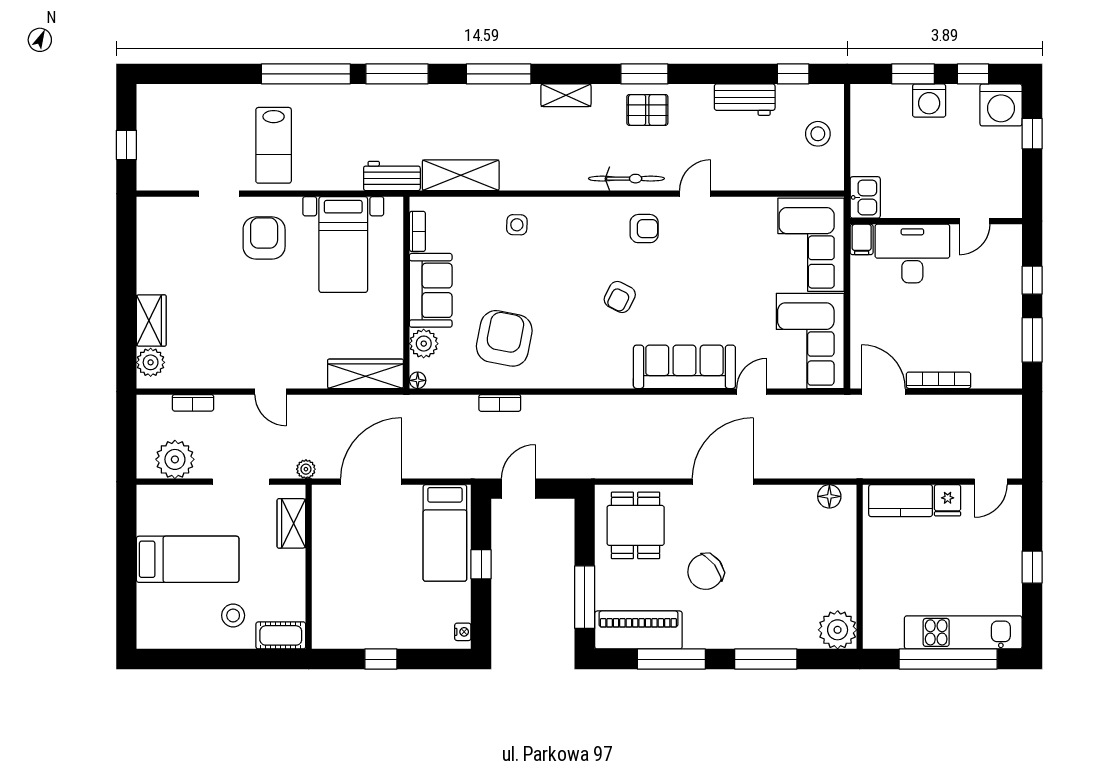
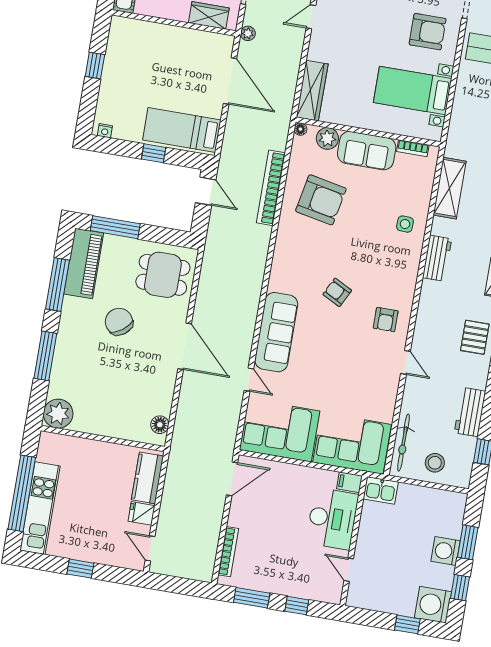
workbench: (392, 176) -> (437, 258), moved
bicycle: (626, 179) -> (403, 443), moved
bookcase: (938, 380) -> (228, 552), moved
bookcase: (500, 403) -> (271, 188), width x2.31, depth x1.31

